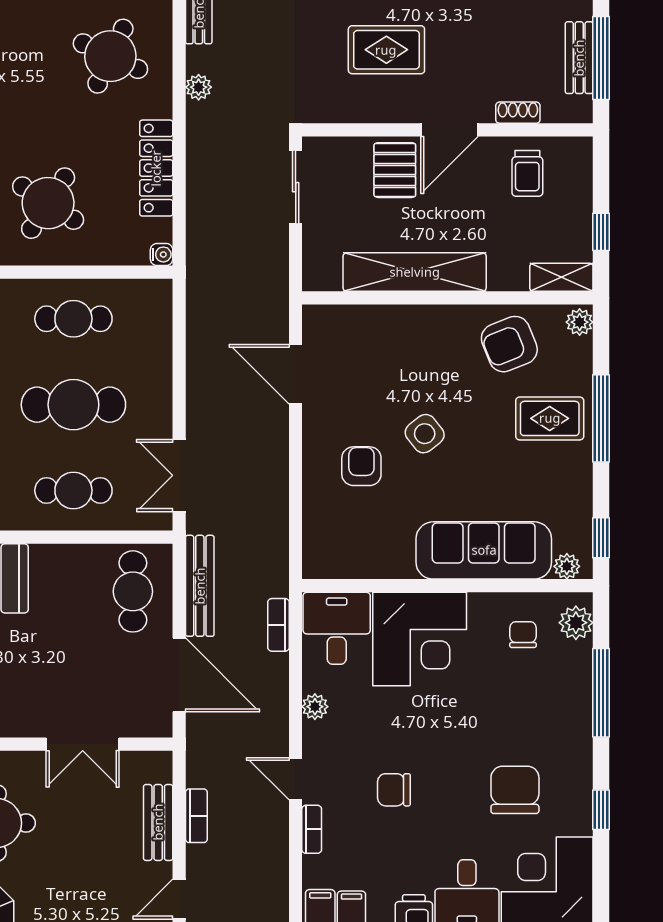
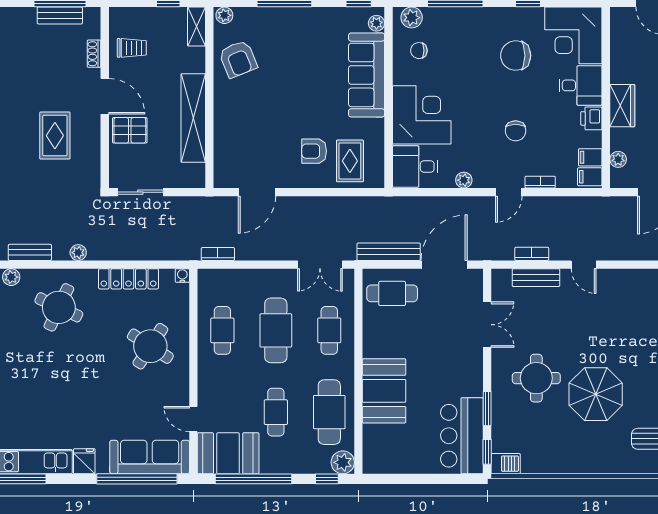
rug: (550, 418) -> (350, 161), moved
side table: (425, 434) -> (294, 112), removed
bookcase: (279, 625) -> (218, 254), moved, turned 180

